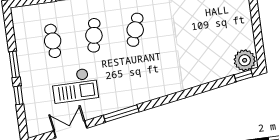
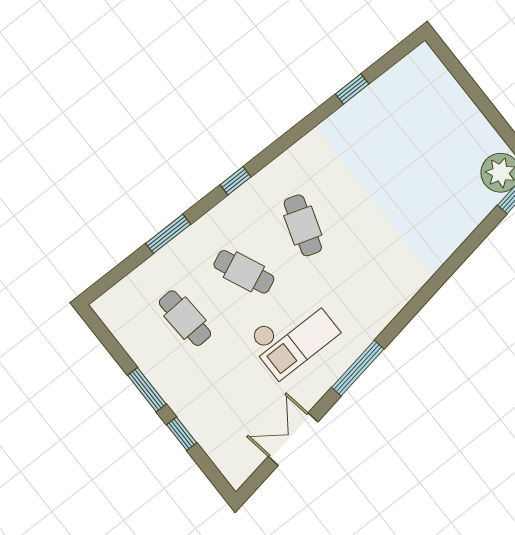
cafe table: (94, 35) -> (244, 272), turned -33
checkout: (75, 85) -> (293, 336), moved

